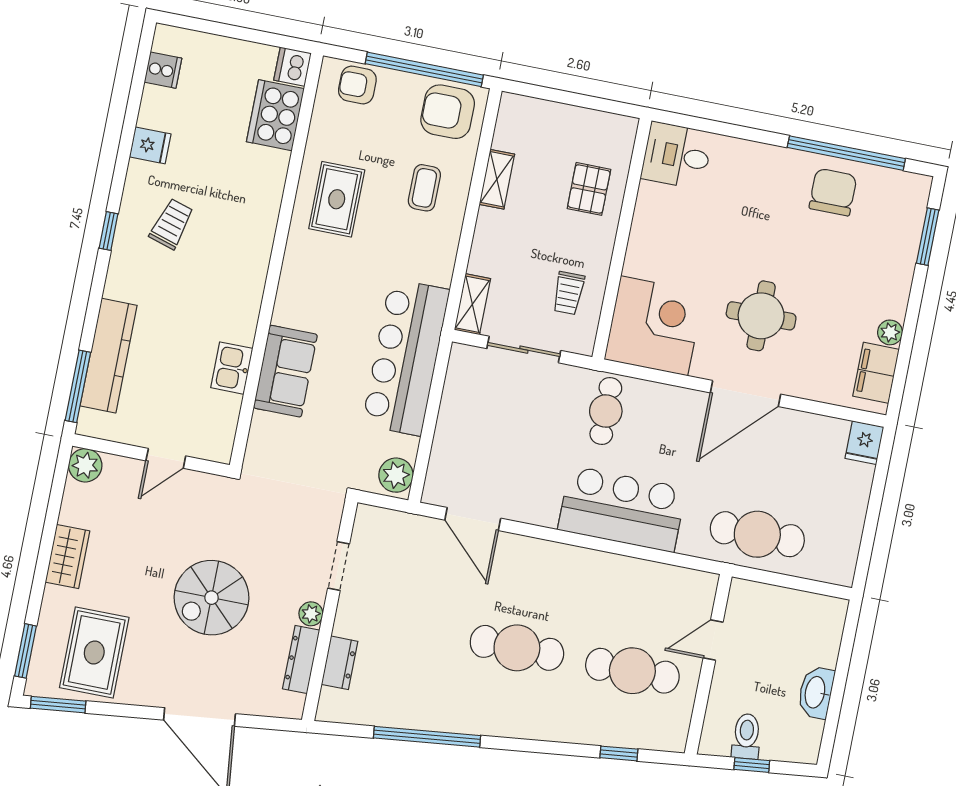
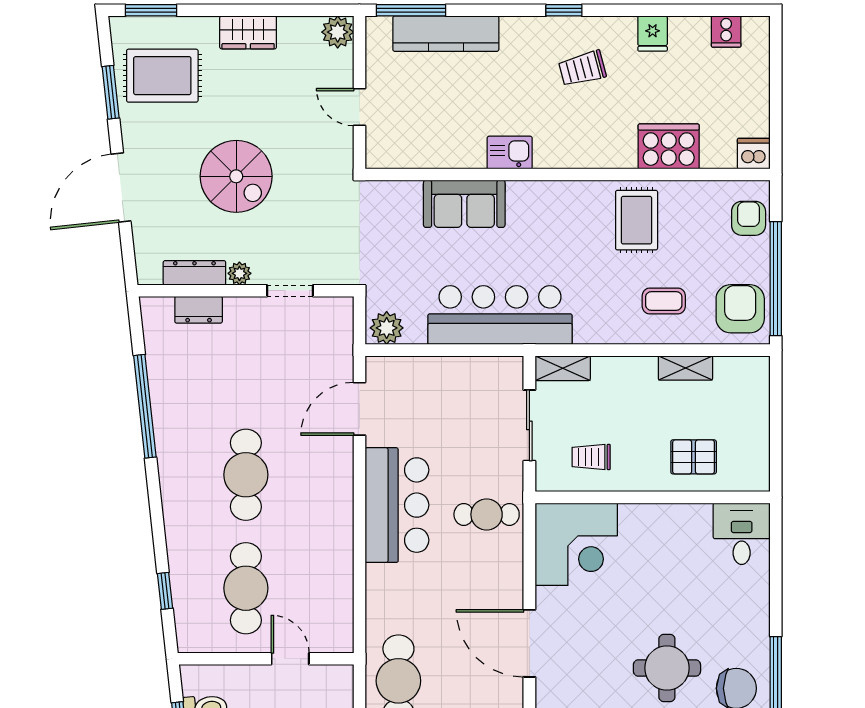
cooker: (275, 115) -> (669, 146), moved
rug: (337, 199) -> (637, 220), turned 90
trolley: (172, 224) -> (582, 69), turned 148
round table: (761, 316) -> (667, 668), moved
kitchen sink: (232, 368) -> (510, 153), moved
bar counter: (622, 509) -> (397, 505), moved
spiral stairs: (211, 598) -> (236, 176), turned 180
window: (58, 705) -> (111, 92), moved

